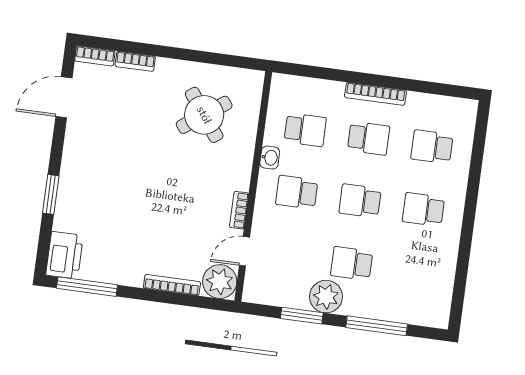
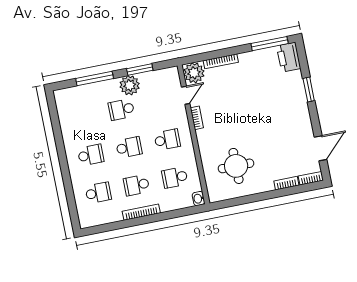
round table: (204, 115) -> (236, 166), turned 36
washbasin: (270, 158) -> (199, 199), moved
school desk: (352, 263) -> (121, 110), turned 180

